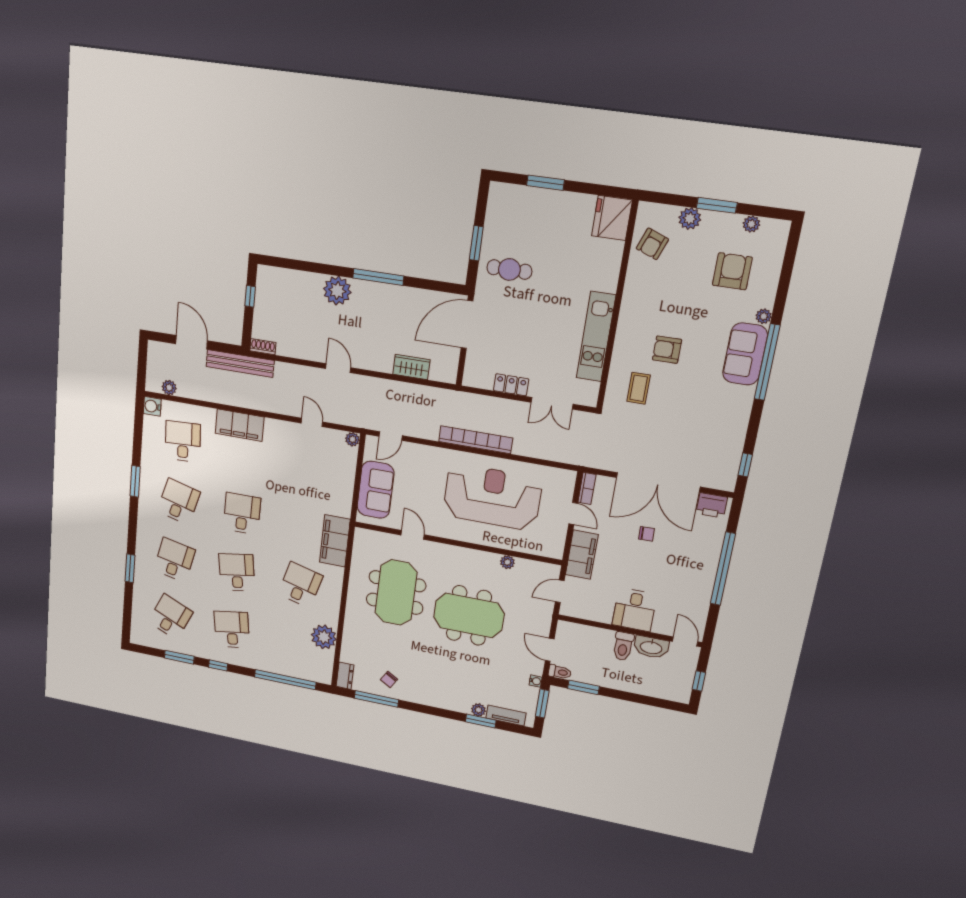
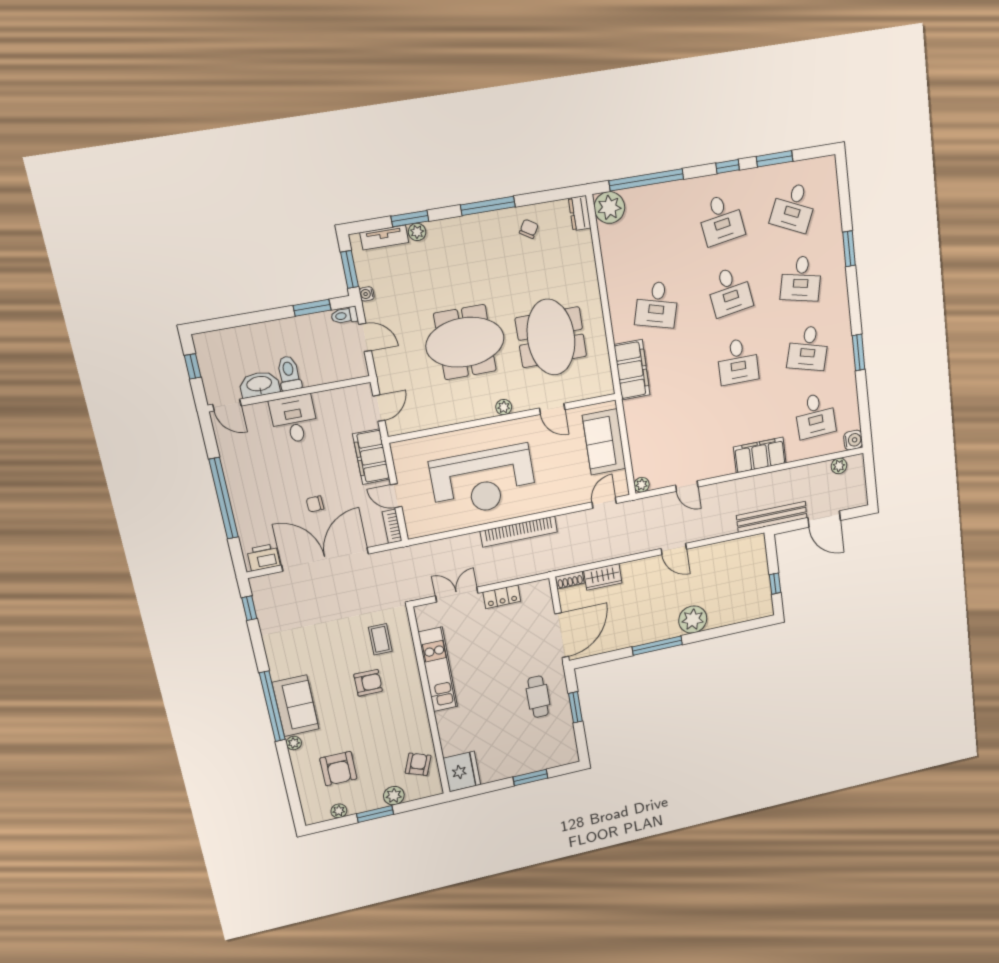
cafe table: (509, 269) -> (538, 697), turned 90
shoe rack: (263, 347) -> (570, 580), moved
plant: (507, 562) -> (504, 407), moved
plant: (324, 637) -> (609, 208), moved
window: (376, 699) -> (488, 206), moved

